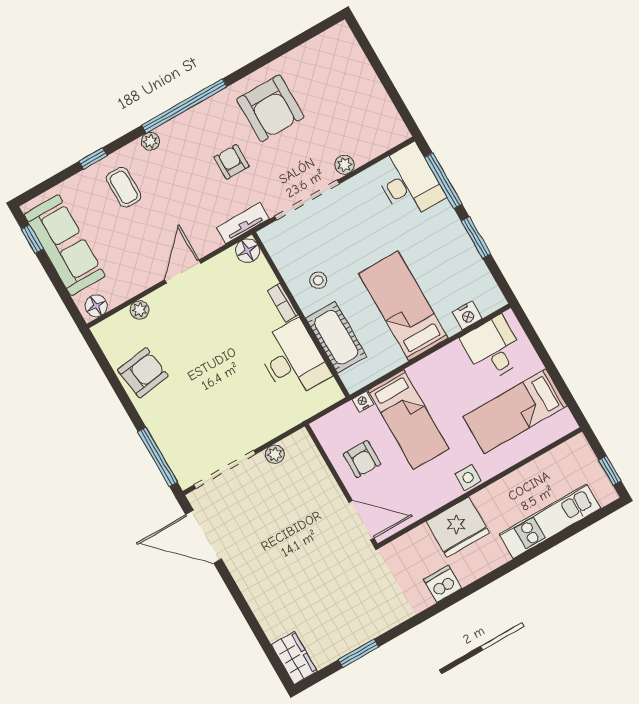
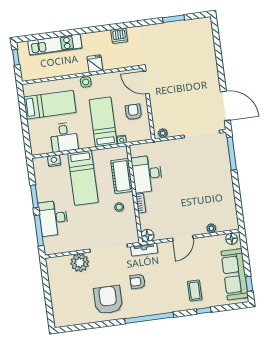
plant: (150, 141) -> (173, 308), removed
armchair: (232, 162) -> (138, 282), turned 90
plant: (345, 165) -> (80, 263), width x1.88, depth x1.88
desk: (409, 182) -> (53, 218), moved
desk: (493, 349) -> (64, 137), moved
armchair: (143, 373) -> (222, 197), removed
plant: (275, 454) -> (163, 133), moved
fridge: (458, 527) -> (95, 64), width x0.53, depth x0.75
wardrobe: (294, 658) -> (206, 29), removed

